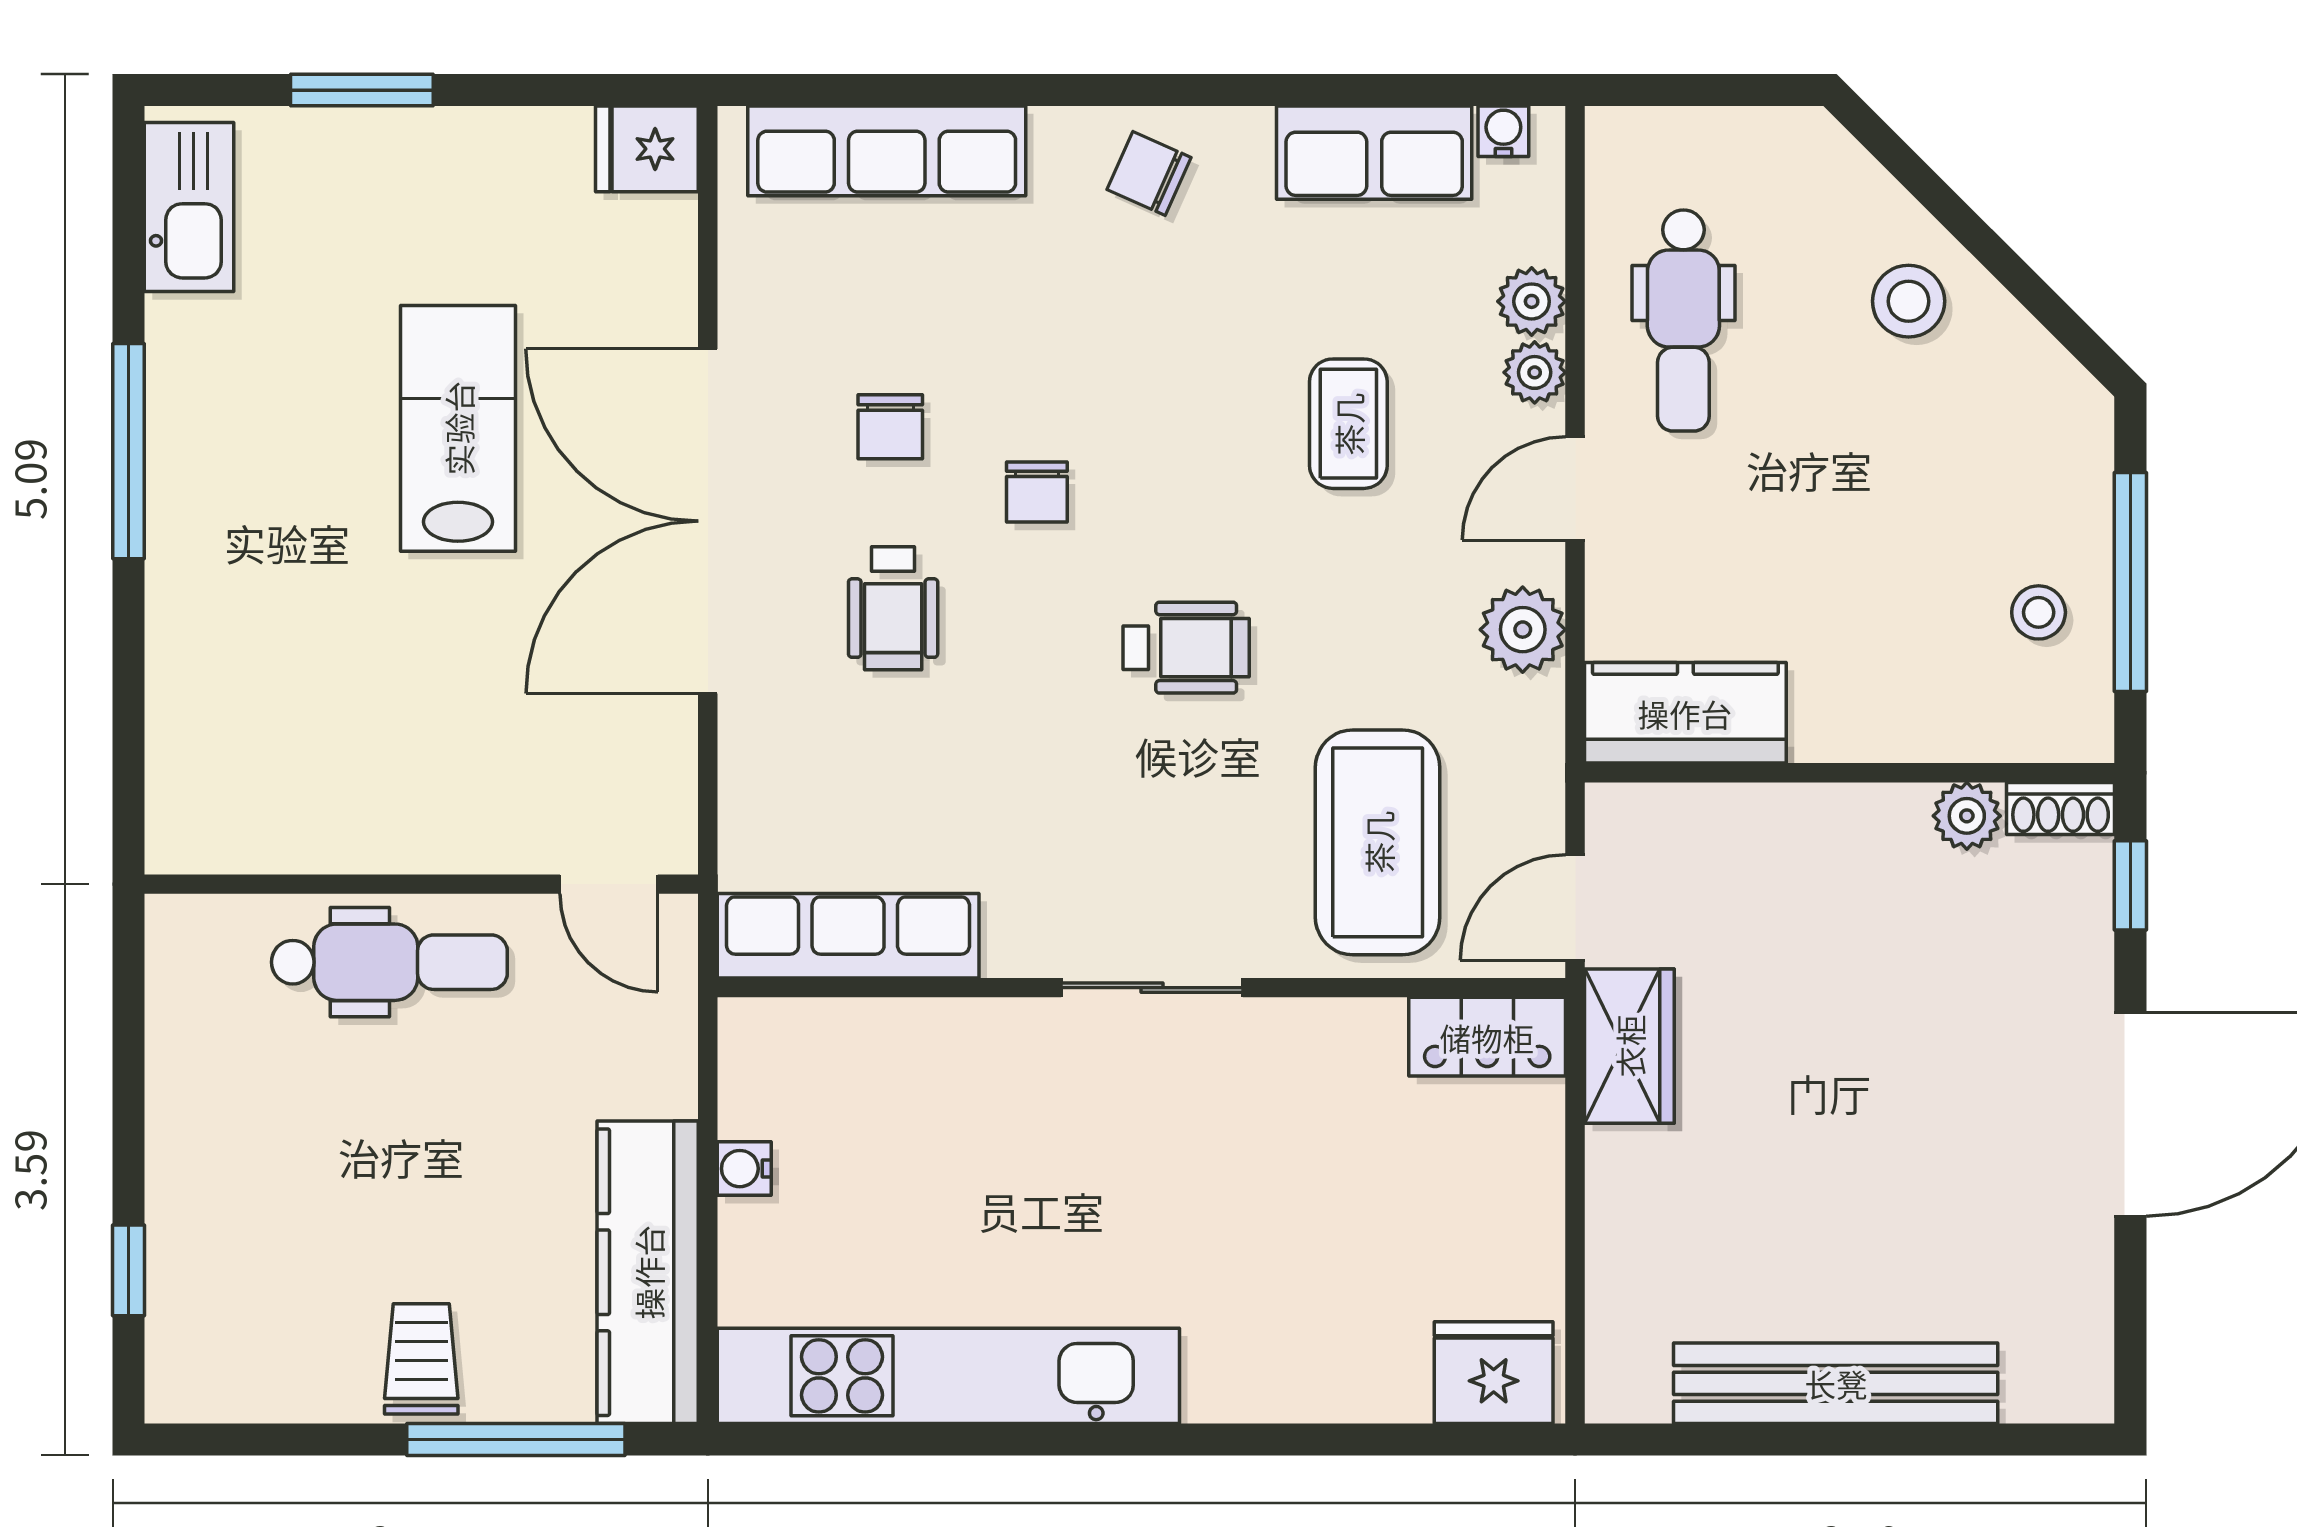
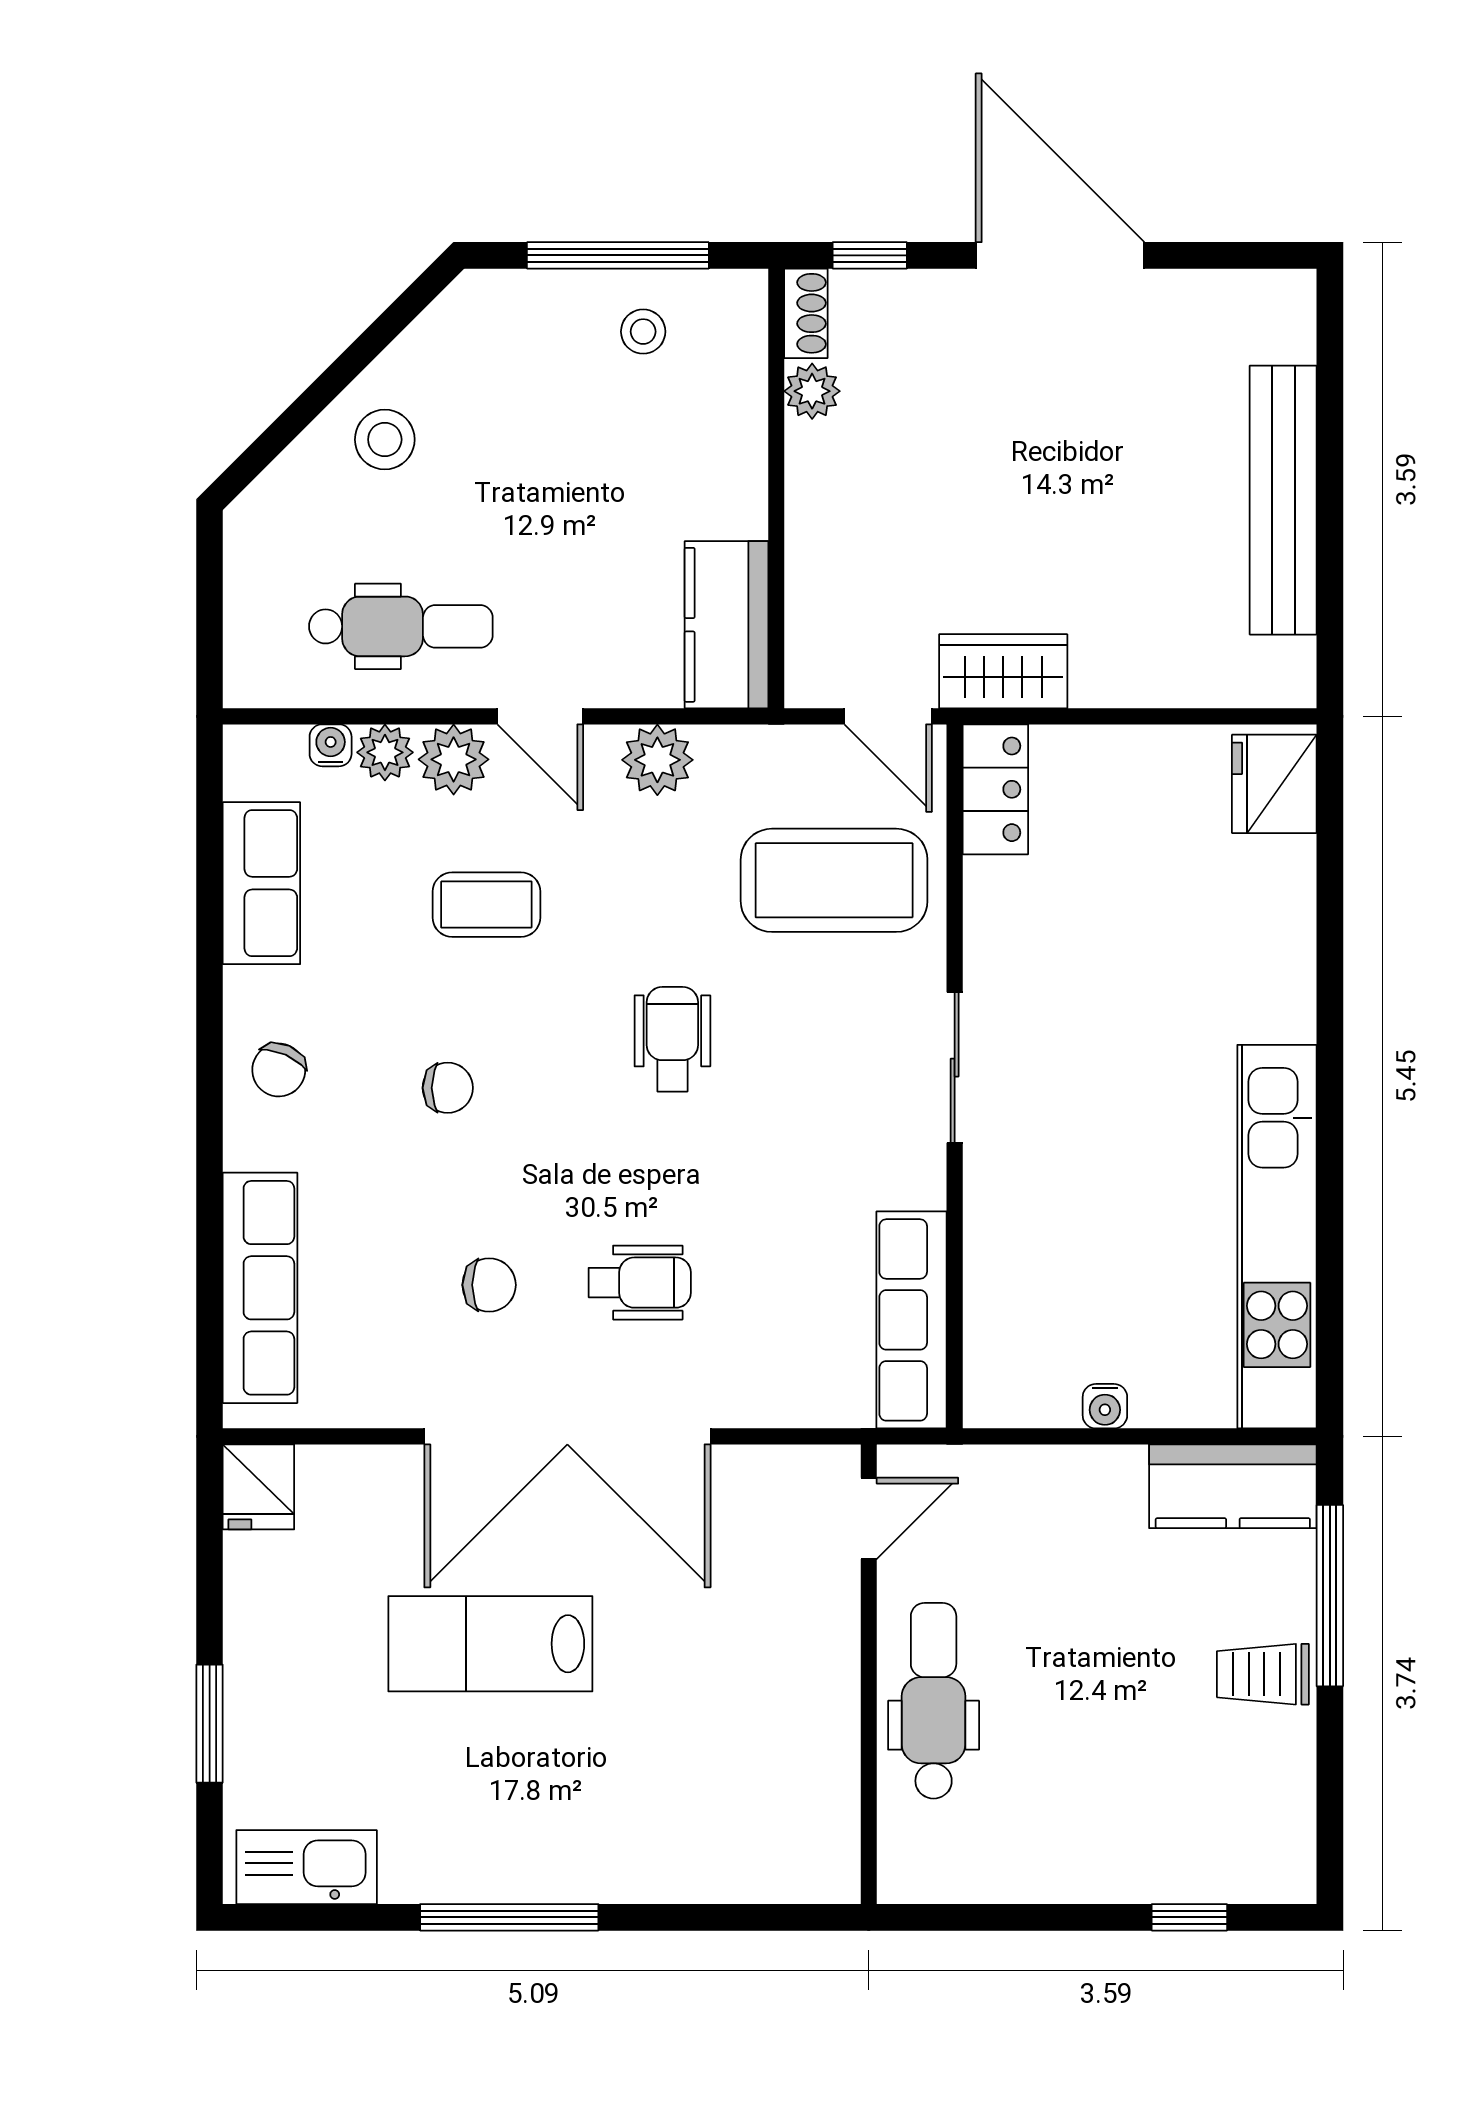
water cooler: (1503, 131) -> (331, 745), moved, turned 90
plant: (1535, 372) -> (454, 759), width x1.38, depth x1.38
chair: (1037, 492) -> (448, 1088), moved
kitchen counter: (648, 1272) -> (1233, 1486), width x0.67

